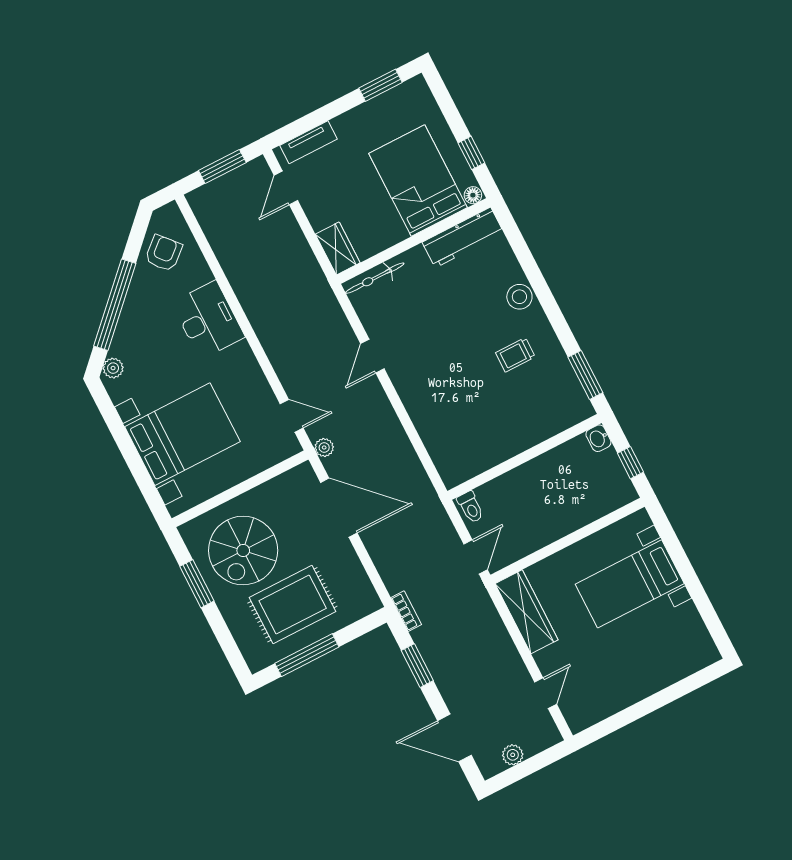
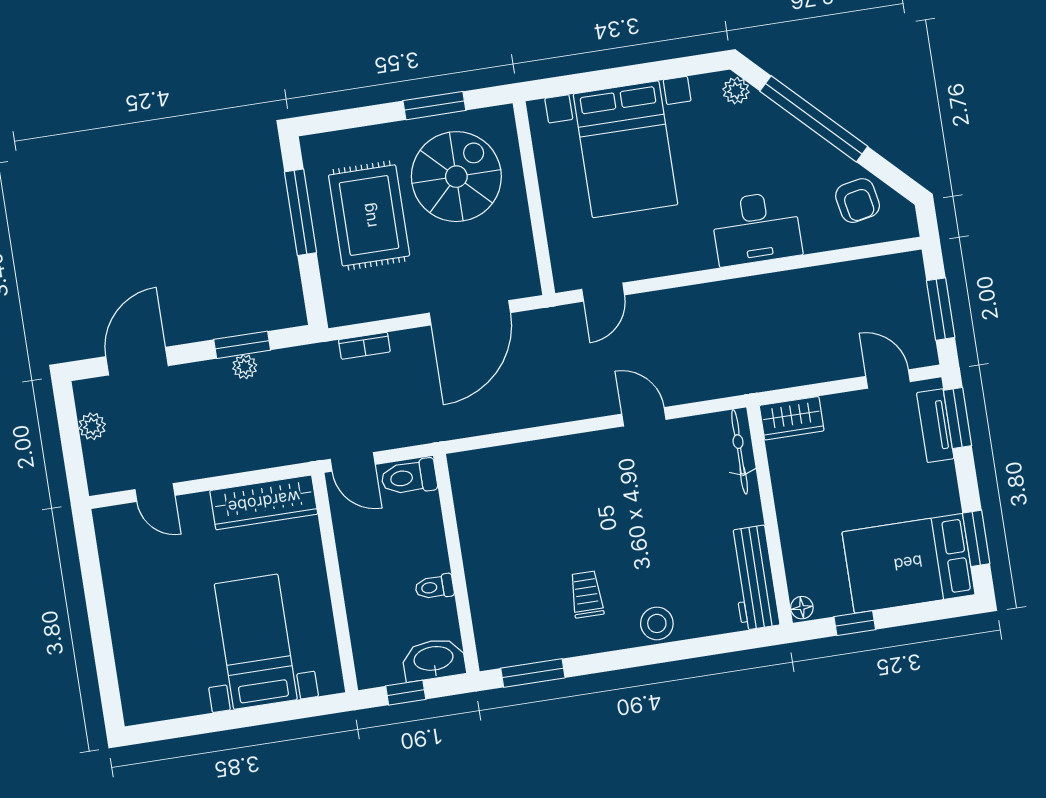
window: (297, 128) -> (958, 418), added
bed: (418, 181) -> (908, 563), moved, turned 180
armchair: (164, 253) -> (858, 201), turned 30
washbasin: (598, 438) -> (434, 660), width x1.91, depth x1.45
plant: (324, 448) -> (245, 367), moved
toilet: (547, 467) -> (434, 587), added
toilet: (470, 507) -> (409, 477), width x1.37, depth x1.39
spiral stairs: (243, 550) -> (456, 177), turned 90
bookcase: (406, 611) -> (364, 346), moved

